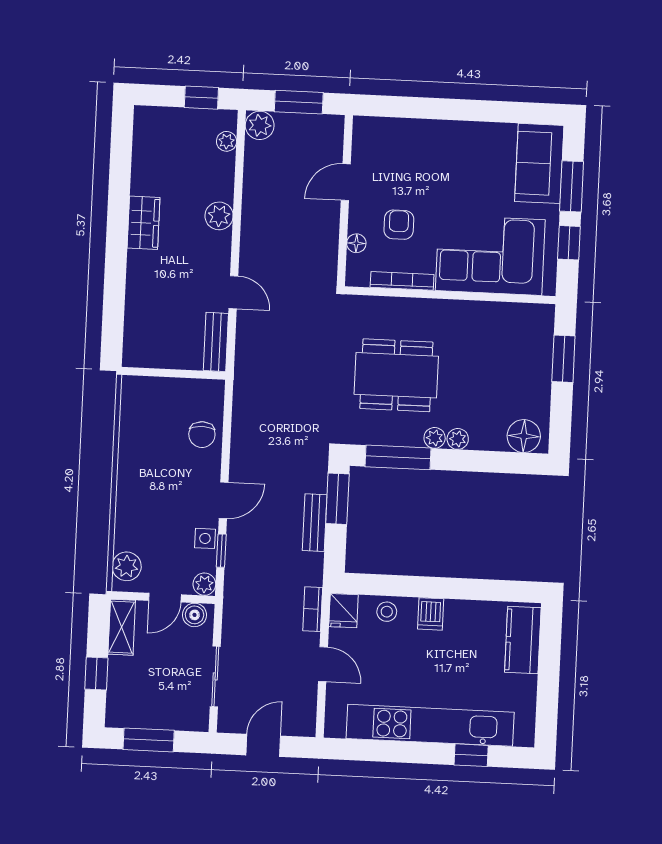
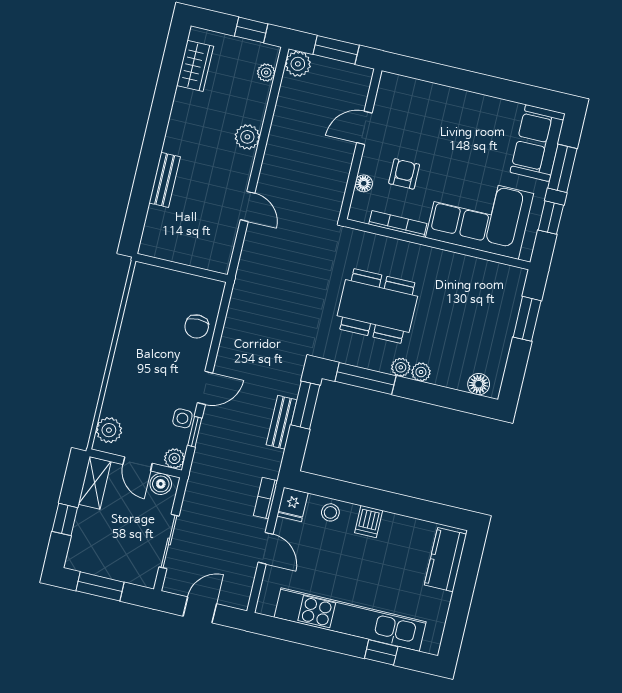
wardrobe: (144, 223) -> (195, 66), moved
bench: (216, 342) -> (165, 180), moved
floor lamp: (524, 436) -> (479, 384), width x0.73, depth x0.73
door: (165, 598) -> (138, 464), hinge flipped

